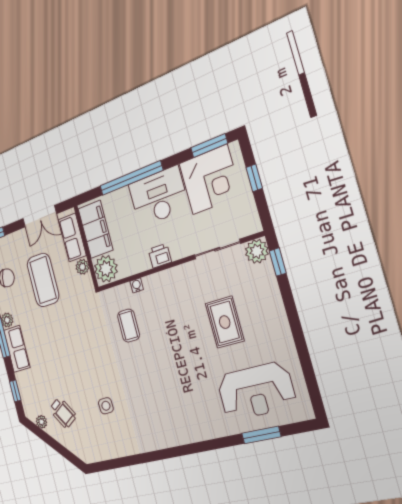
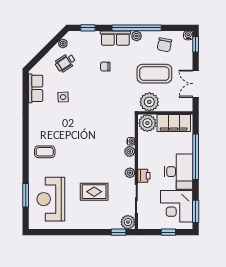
row of seats: (72, 237) -> (36, 88), moved, turned 90
printer: (160, 256) -> (144, 176), moved
plant: (82, 267) -> (149, 102), width x1.87, depth x1.87
plant: (181, 273) -> (130, 173), added
plant: (151, 283) -> (130, 151), added
coffee table: (128, 326) -> (45, 152), moved
chair: (53, 353) -> (105, 67), added

